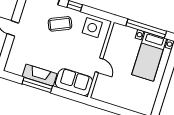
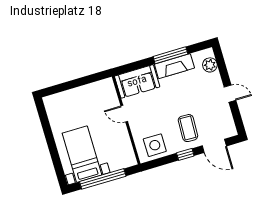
coffee table: (60, 24) -> (188, 128), turned -64
plant: (13, 59) -> (210, 65), added

